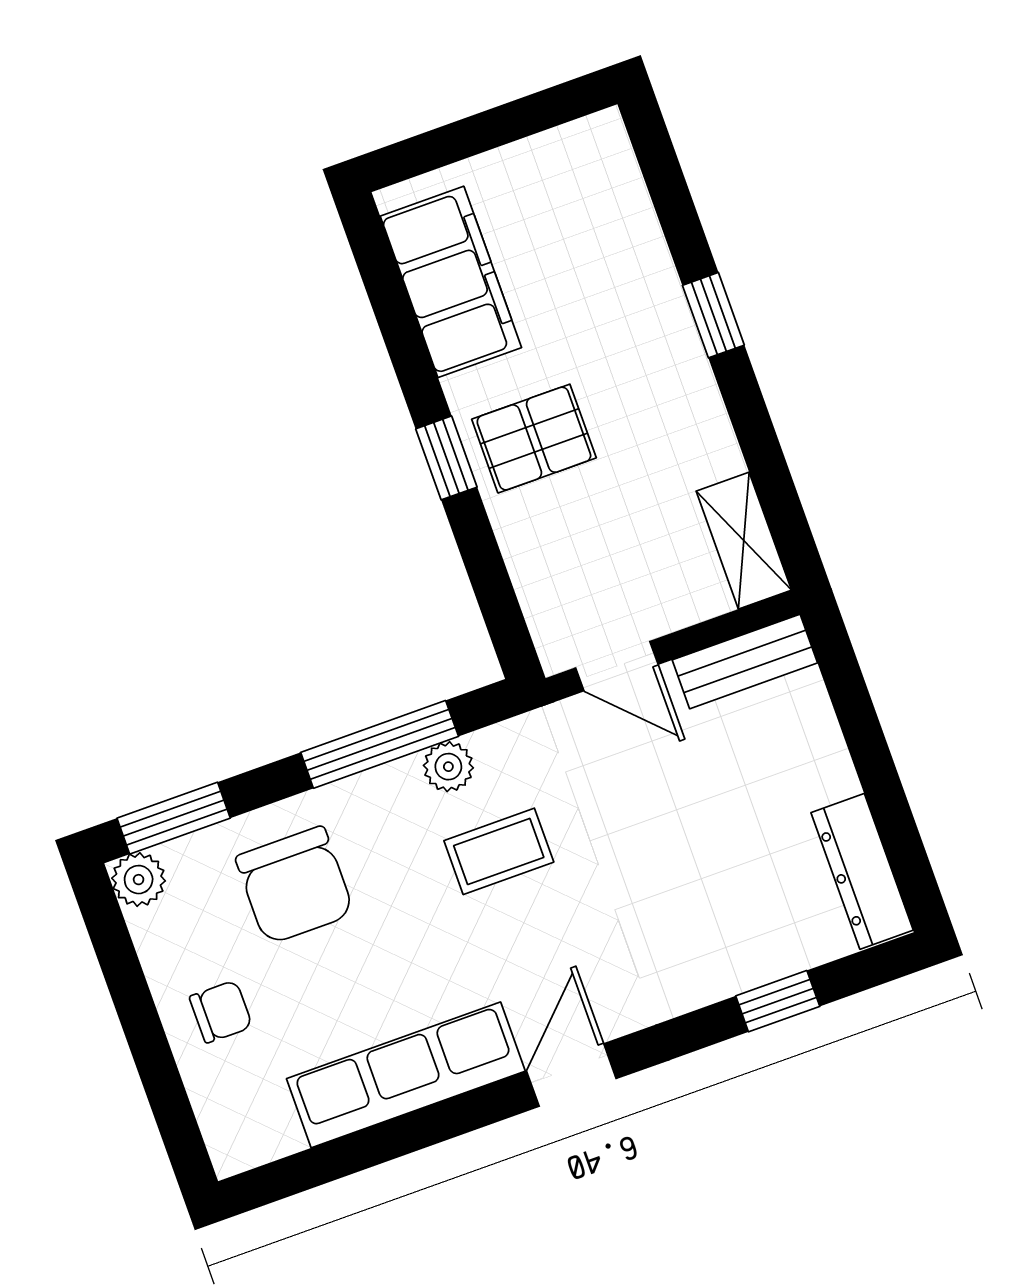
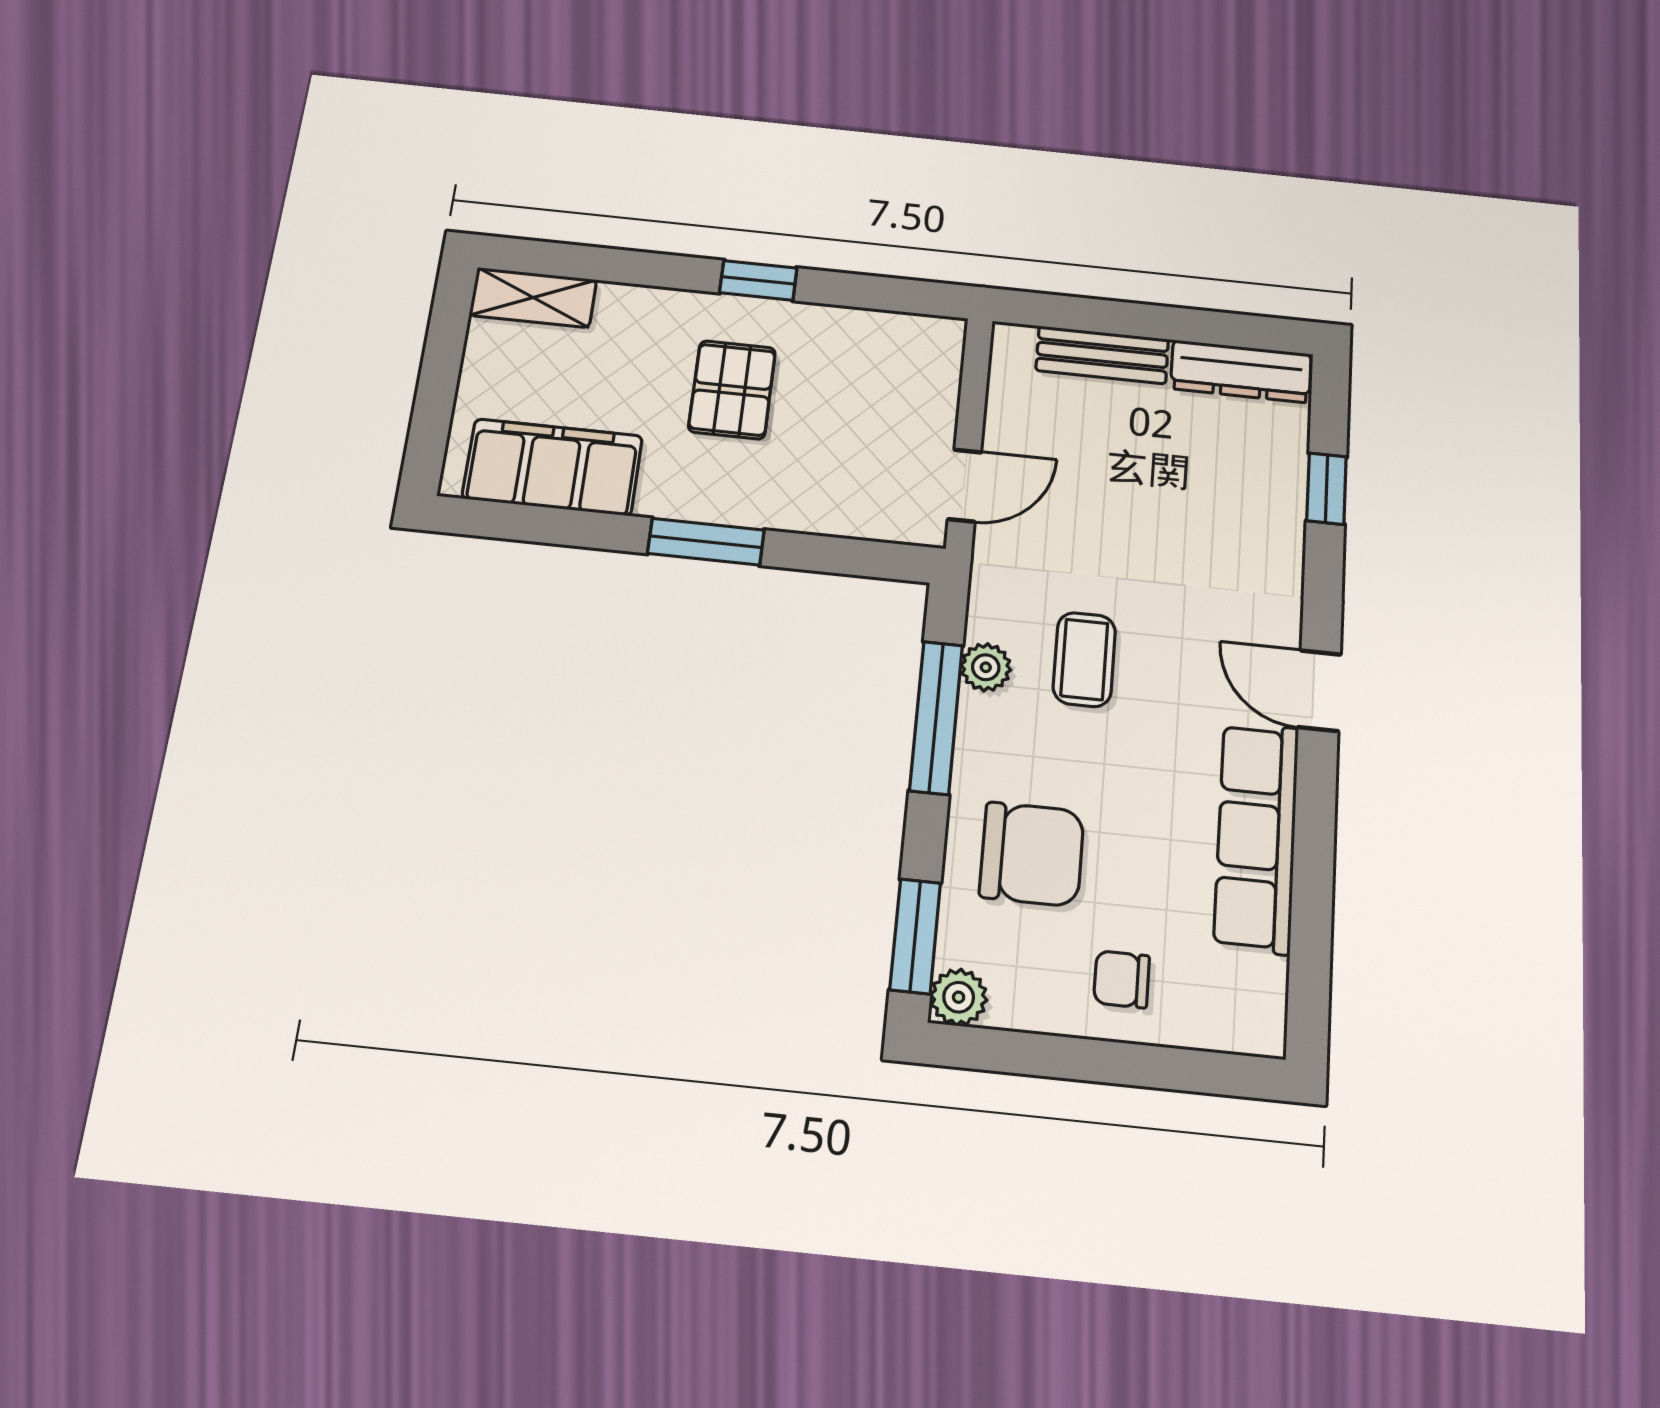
window: (713, 315) -> (758, 280), moved
pallet: (534, 439) -> (732, 390), moved
window: (446, 458) -> (706, 542), width x1.50
shelving: (744, 541) -> (533, 298), moved
bench: (745, 661) -> (1102, 355), moved, turned 90
chair: (221, 1012) -> (1122, 979), turned -90

